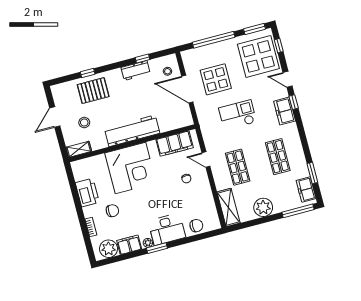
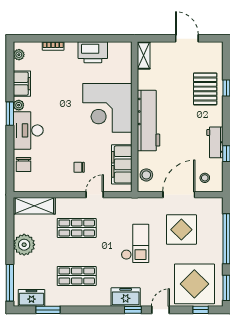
stool: (84, 122) -> (146, 175), moved
chair: (112, 211) -> (65, 75), removed
plant: (109, 249) -> (19, 55), width x0.53, depth x0.53

